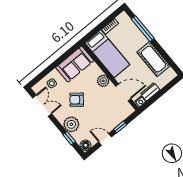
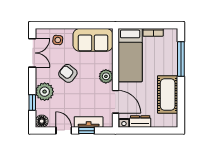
tv unit: (117, 120) -> (89, 122), added

